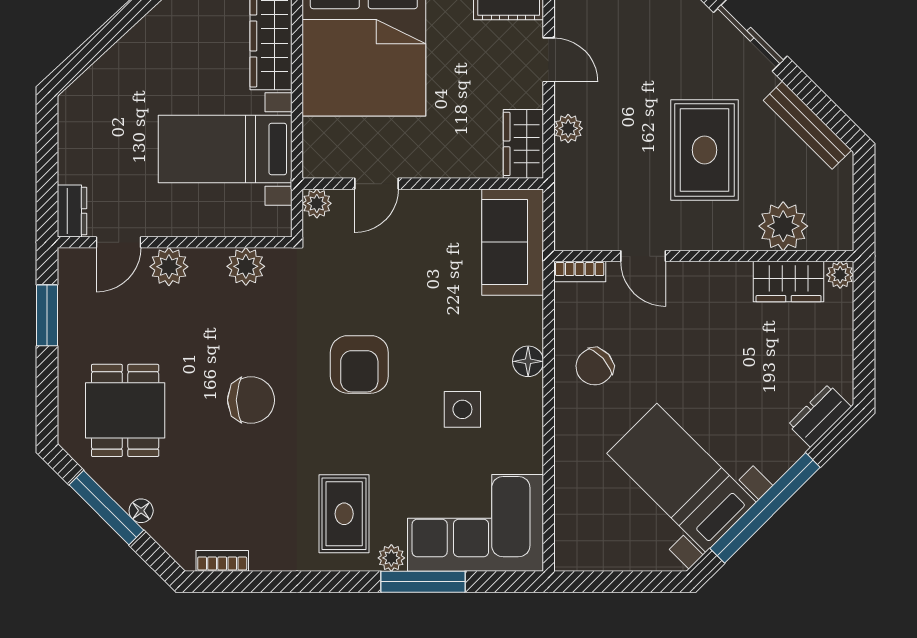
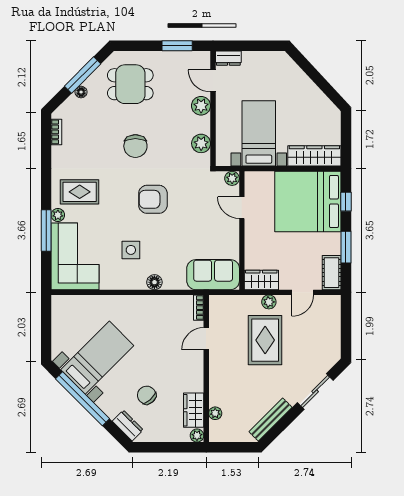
rug: (705, 150) -> (265, 340), moved, turned 90
plant: (783, 226) -> (215, 413), width x0.53, depth x0.53
chair: (595, 367) -> (147, 395), moved

